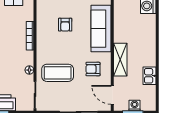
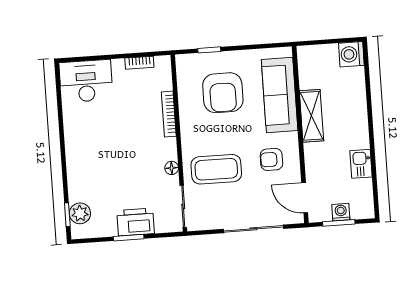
armchair: (65, 25) -> (223, 93), width x1.88, depth x1.88
shelving: (120, 60) -> (311, 116), moved

